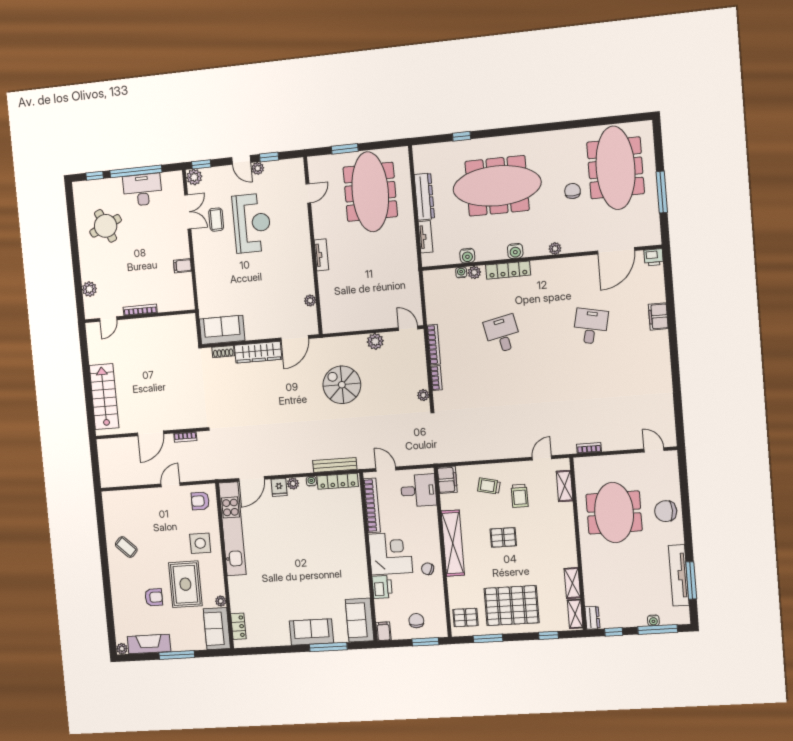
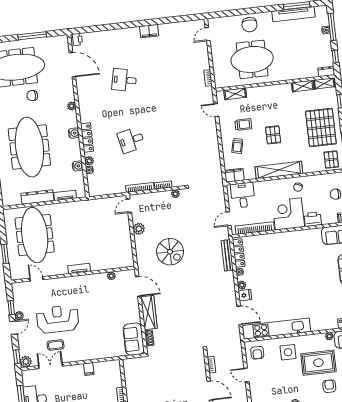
meeting table: (370, 192) -> (35, 235), turned 90
filing cabinet: (658, 316) -> (149, 31), moved
spiral stairs: (342, 385) -> (170, 252), turned -90

